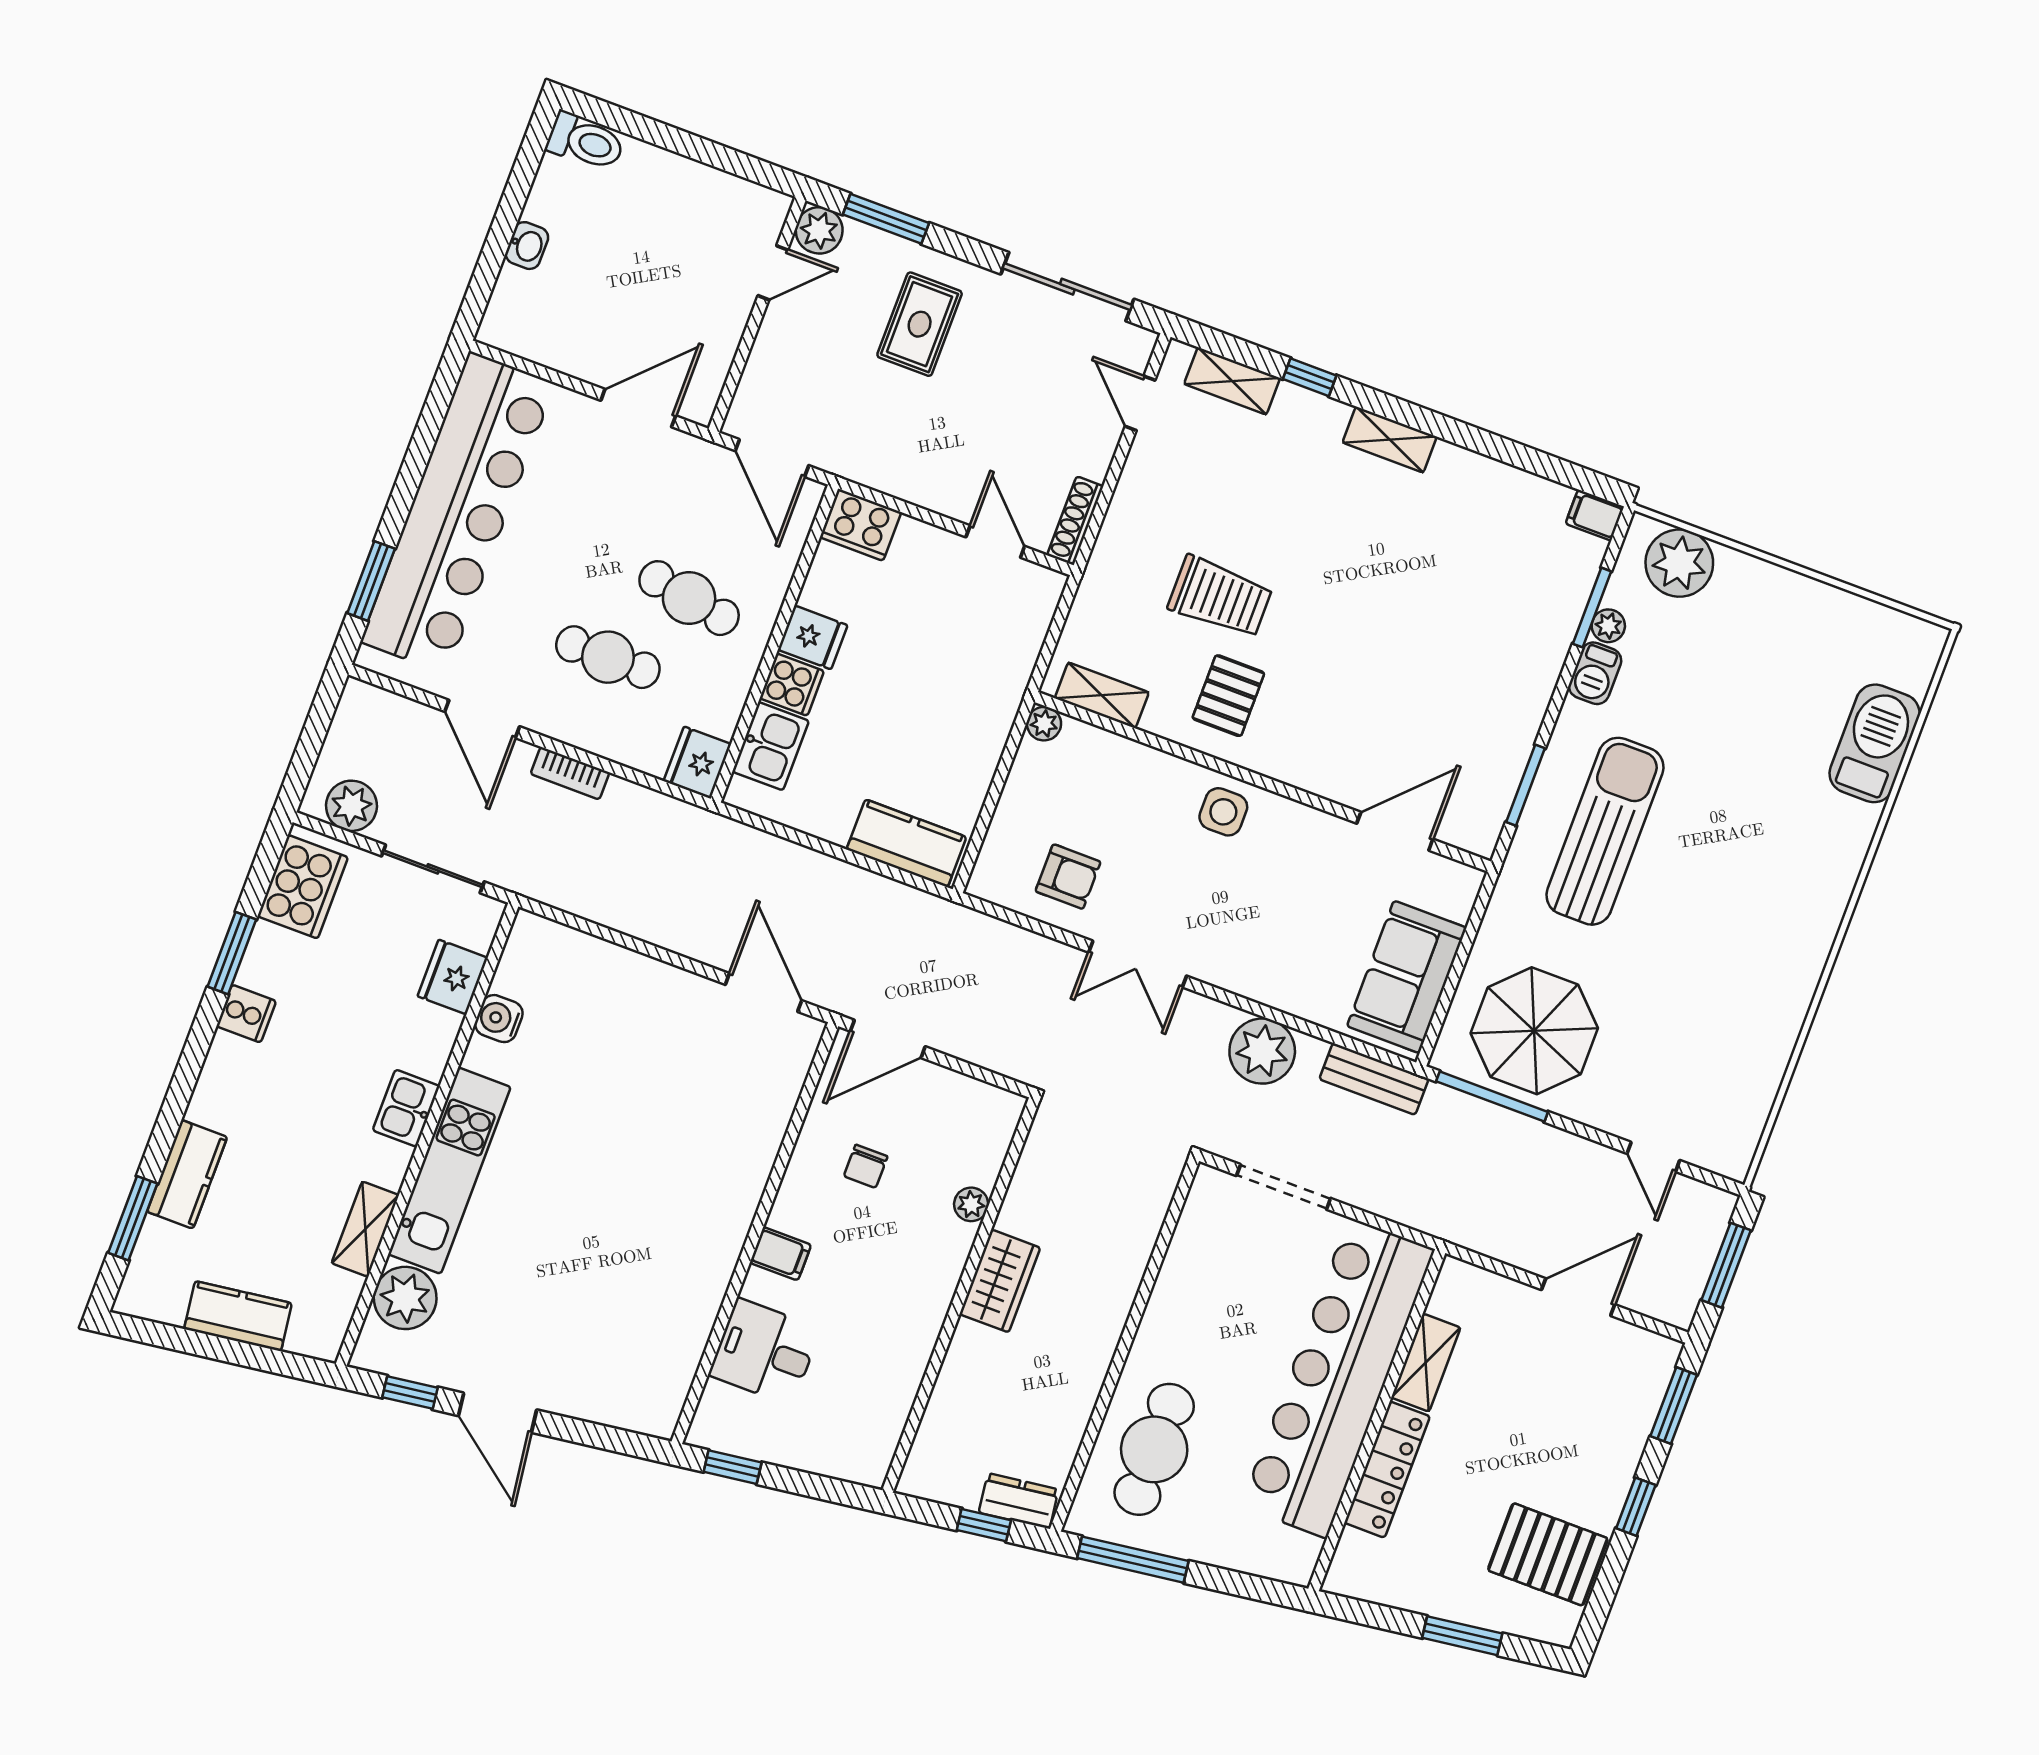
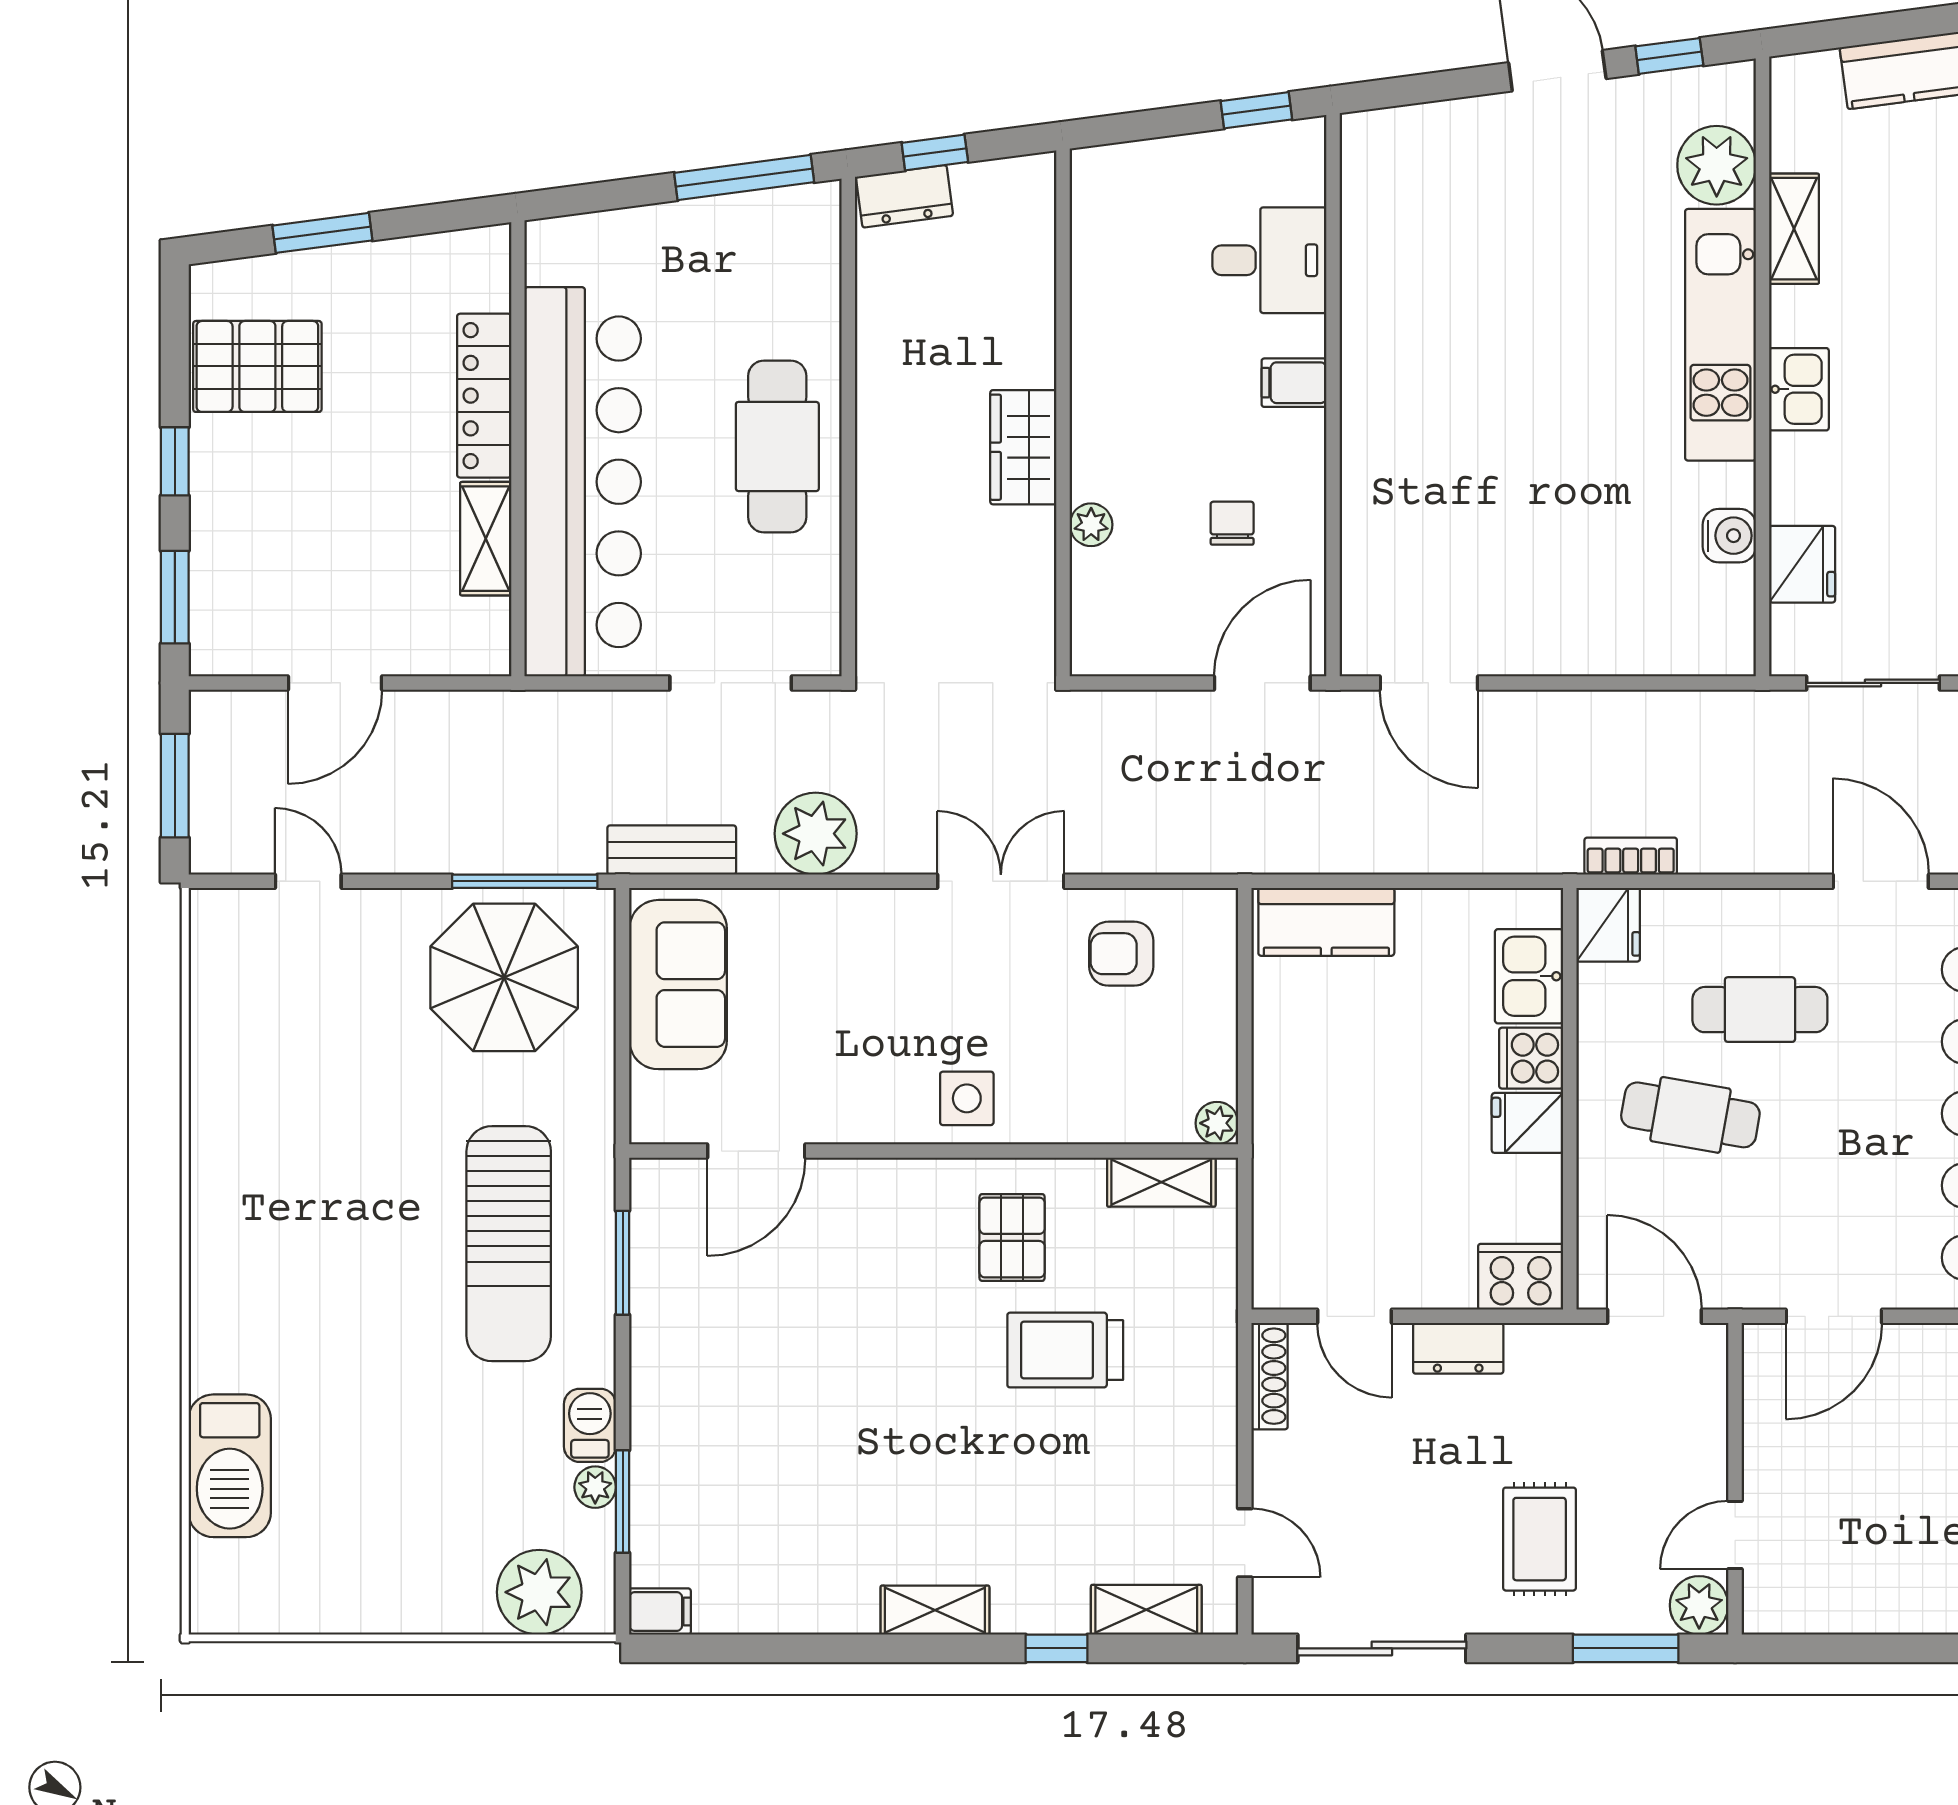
dresser: (927, 489) -> (1458, 1348), added
bookcase: (570, 773) -> (1631, 856), moved
cafe table: (1154, 1449) -> (777, 446), moved

